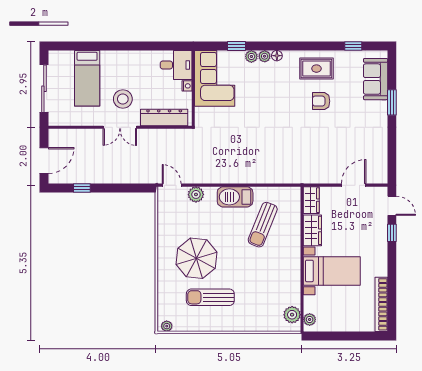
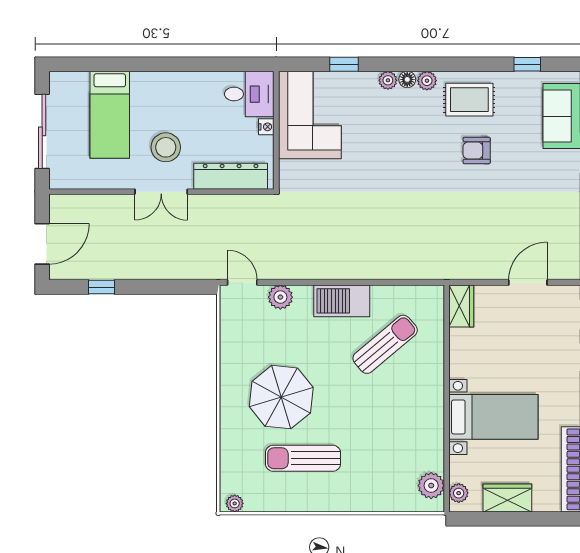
plant: (251, 56) -> (427, 81), moved
sun lounger: (263, 225) -> (385, 344), turned -152
wardrobe: (312, 230) -> (507, 498), moved, turned -90

